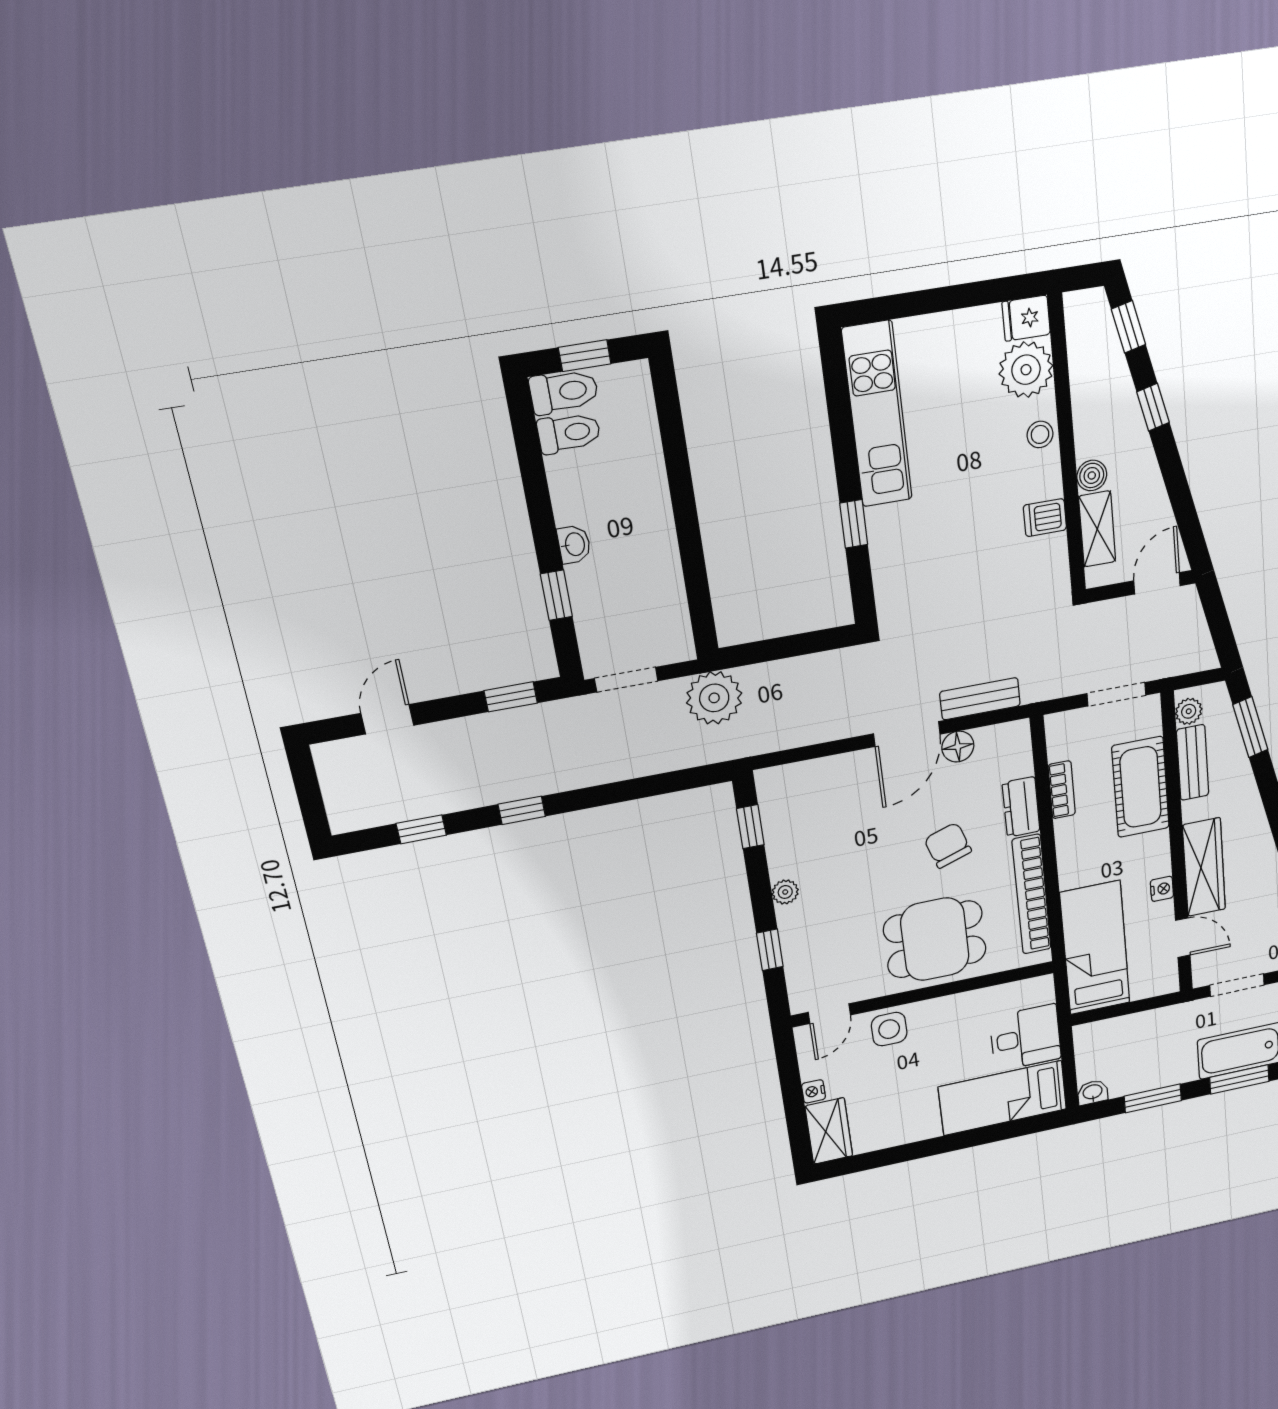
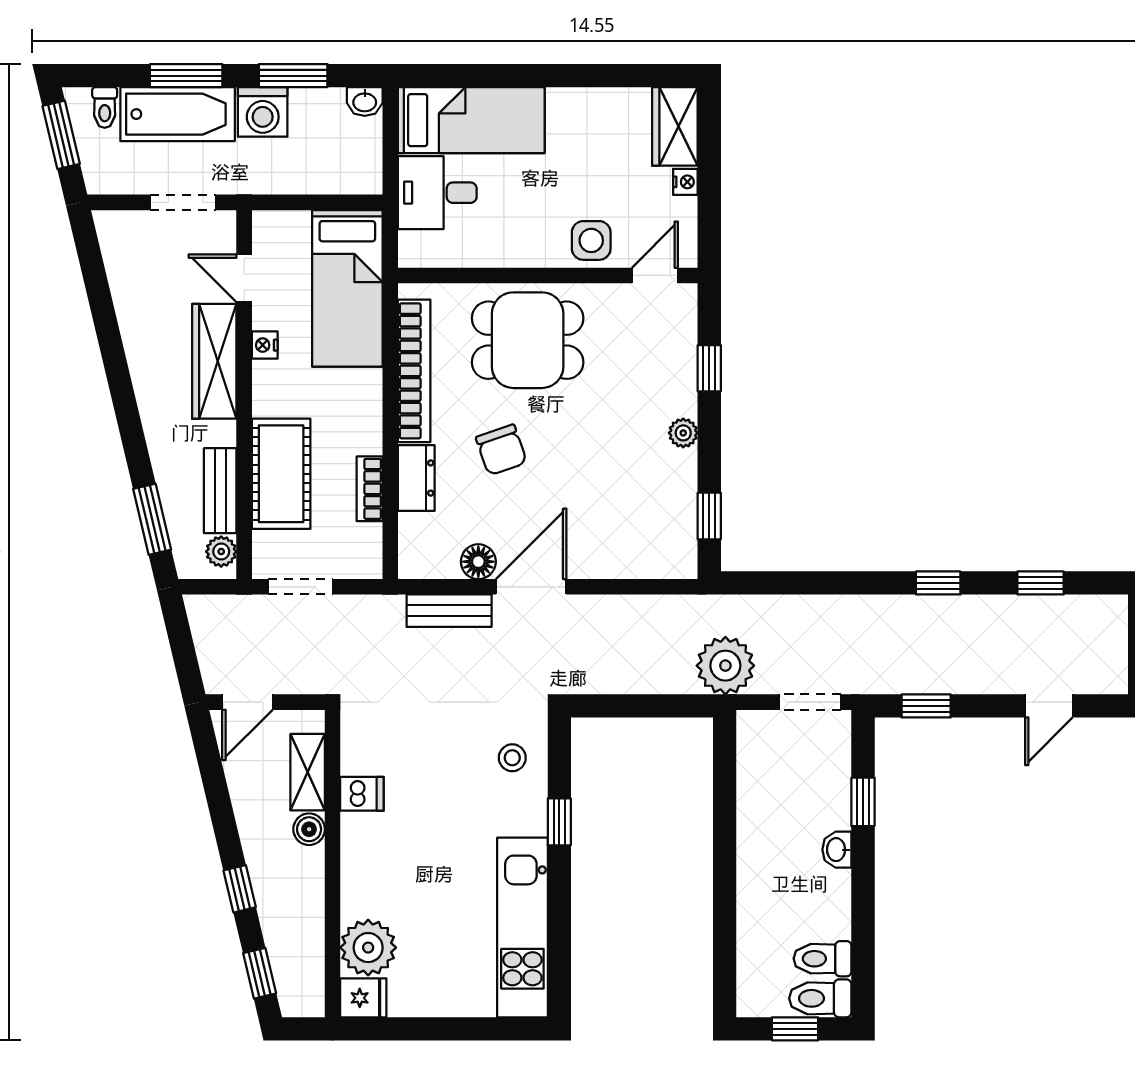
stool: (1040, 434) -> (512, 758), moved
washing machine: (1176, 1066) -> (263, 112), added

